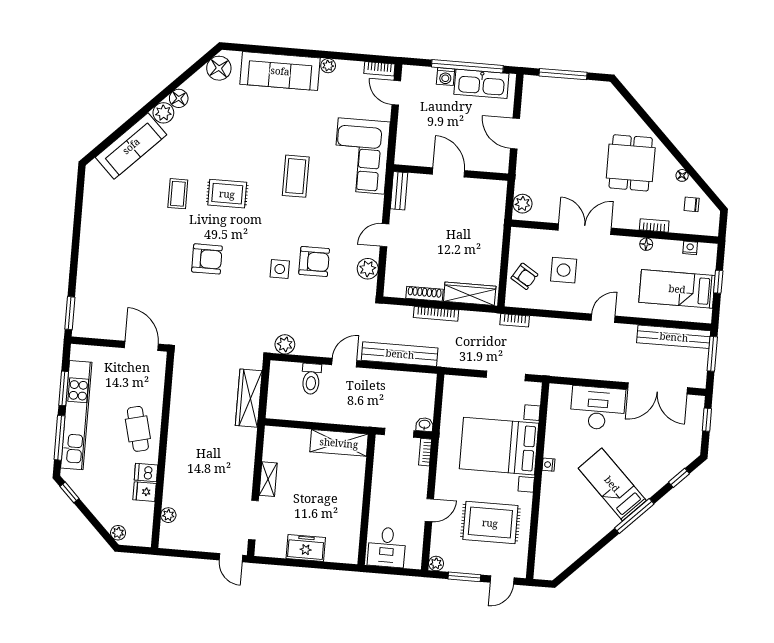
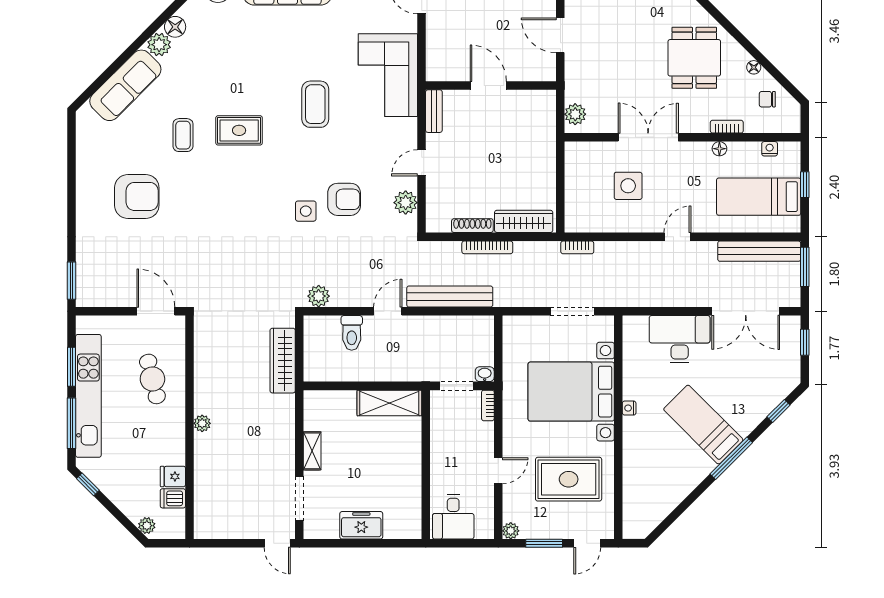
armchair: (207, 259) -> (137, 196), moved, width x1.36, depth x1.36
armchair: (524, 276) -> (584, 197), removed
cafe table: (138, 429) -> (152, 379), moved
dishwasher: (146, 473) -> (173, 498), moved
plant: (168, 515) -> (202, 423), moved

